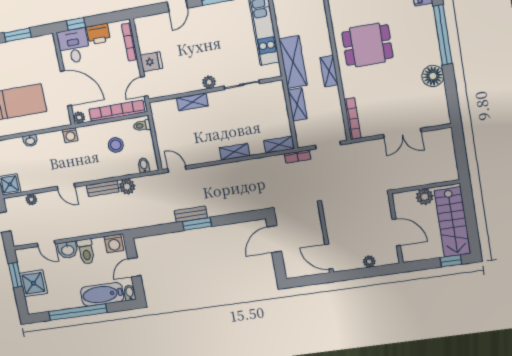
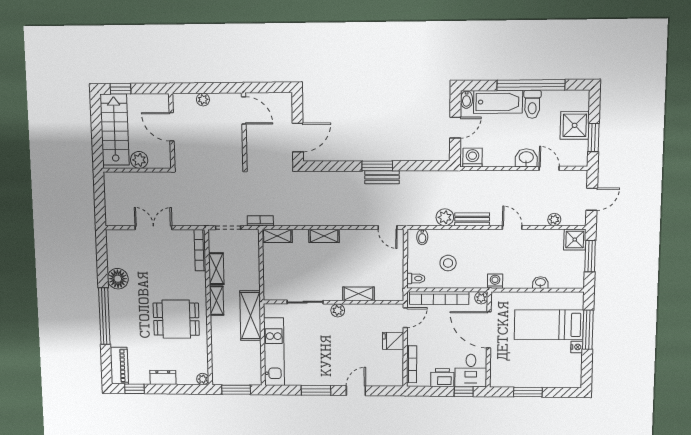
shelving: (297, 104) -> (216, 269), moved
toilet: (86, 251) -> (532, 104), moved, turned 180

